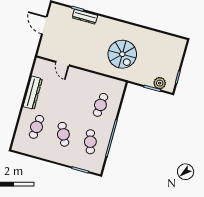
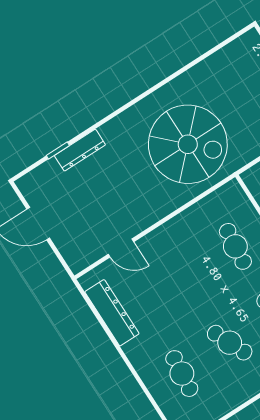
spiral stairs: (122, 54) -> (188, 144), width x1.37, depth x1.37
dresser: (33, 93) -> (112, 313), moved

